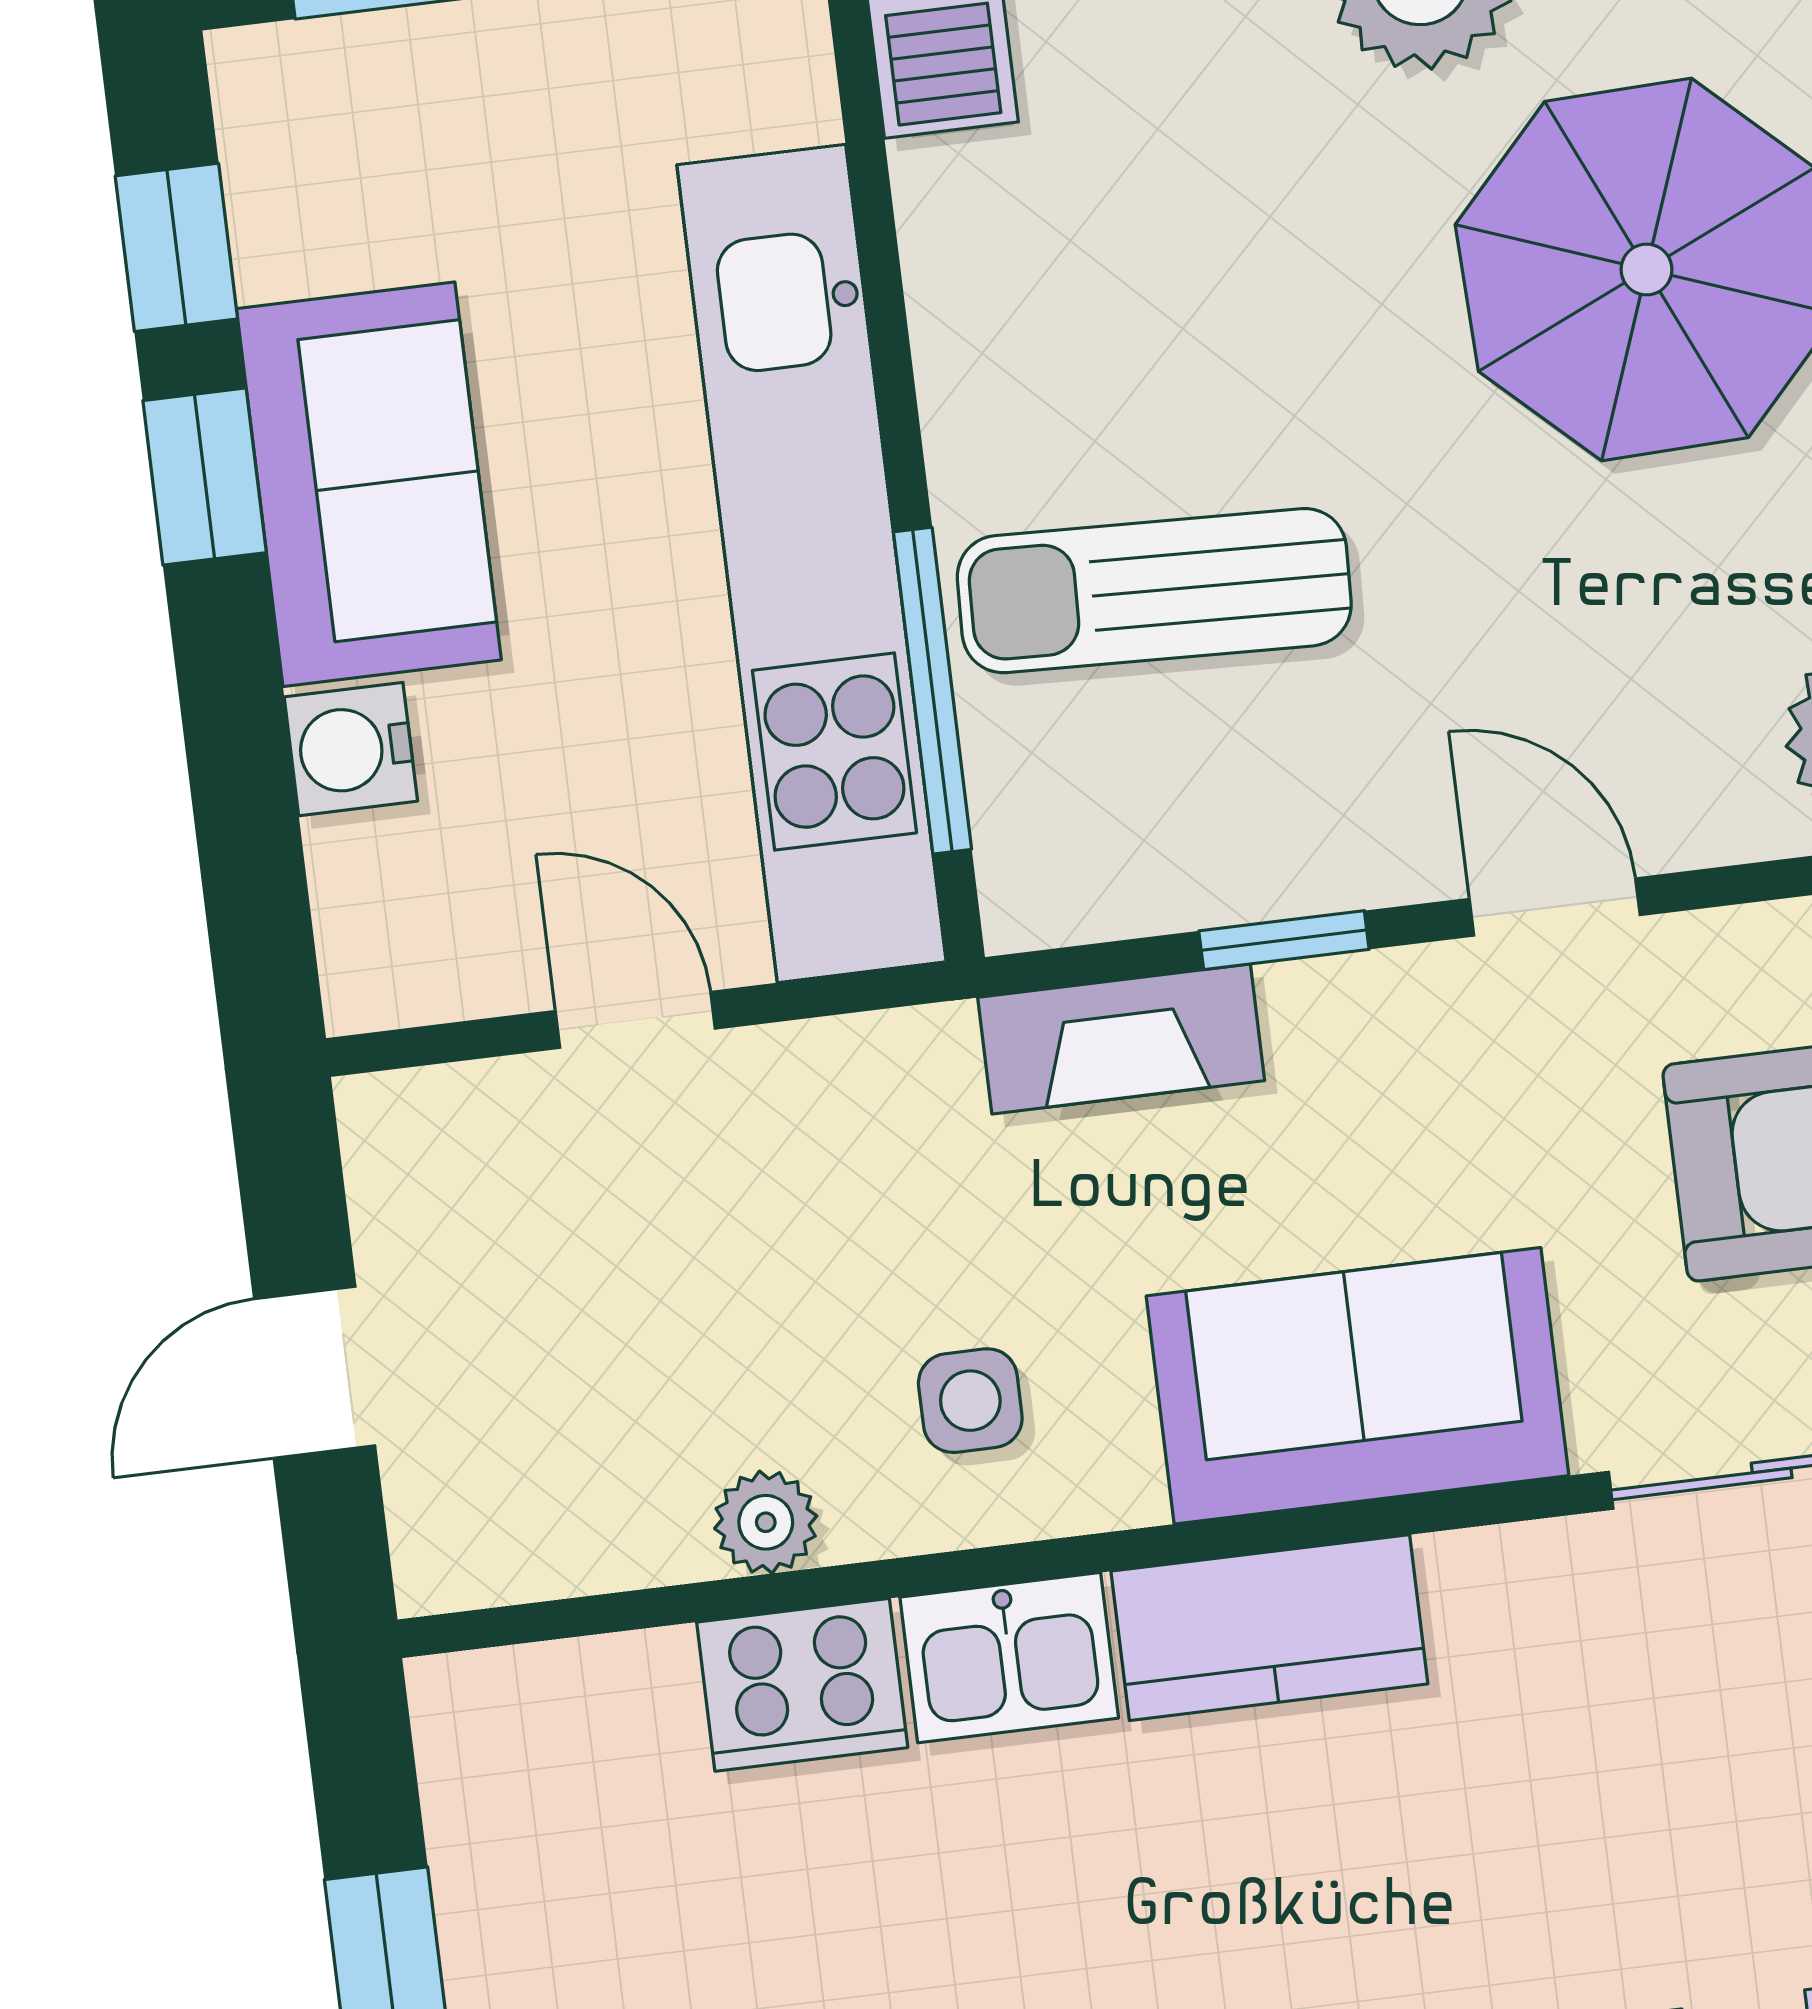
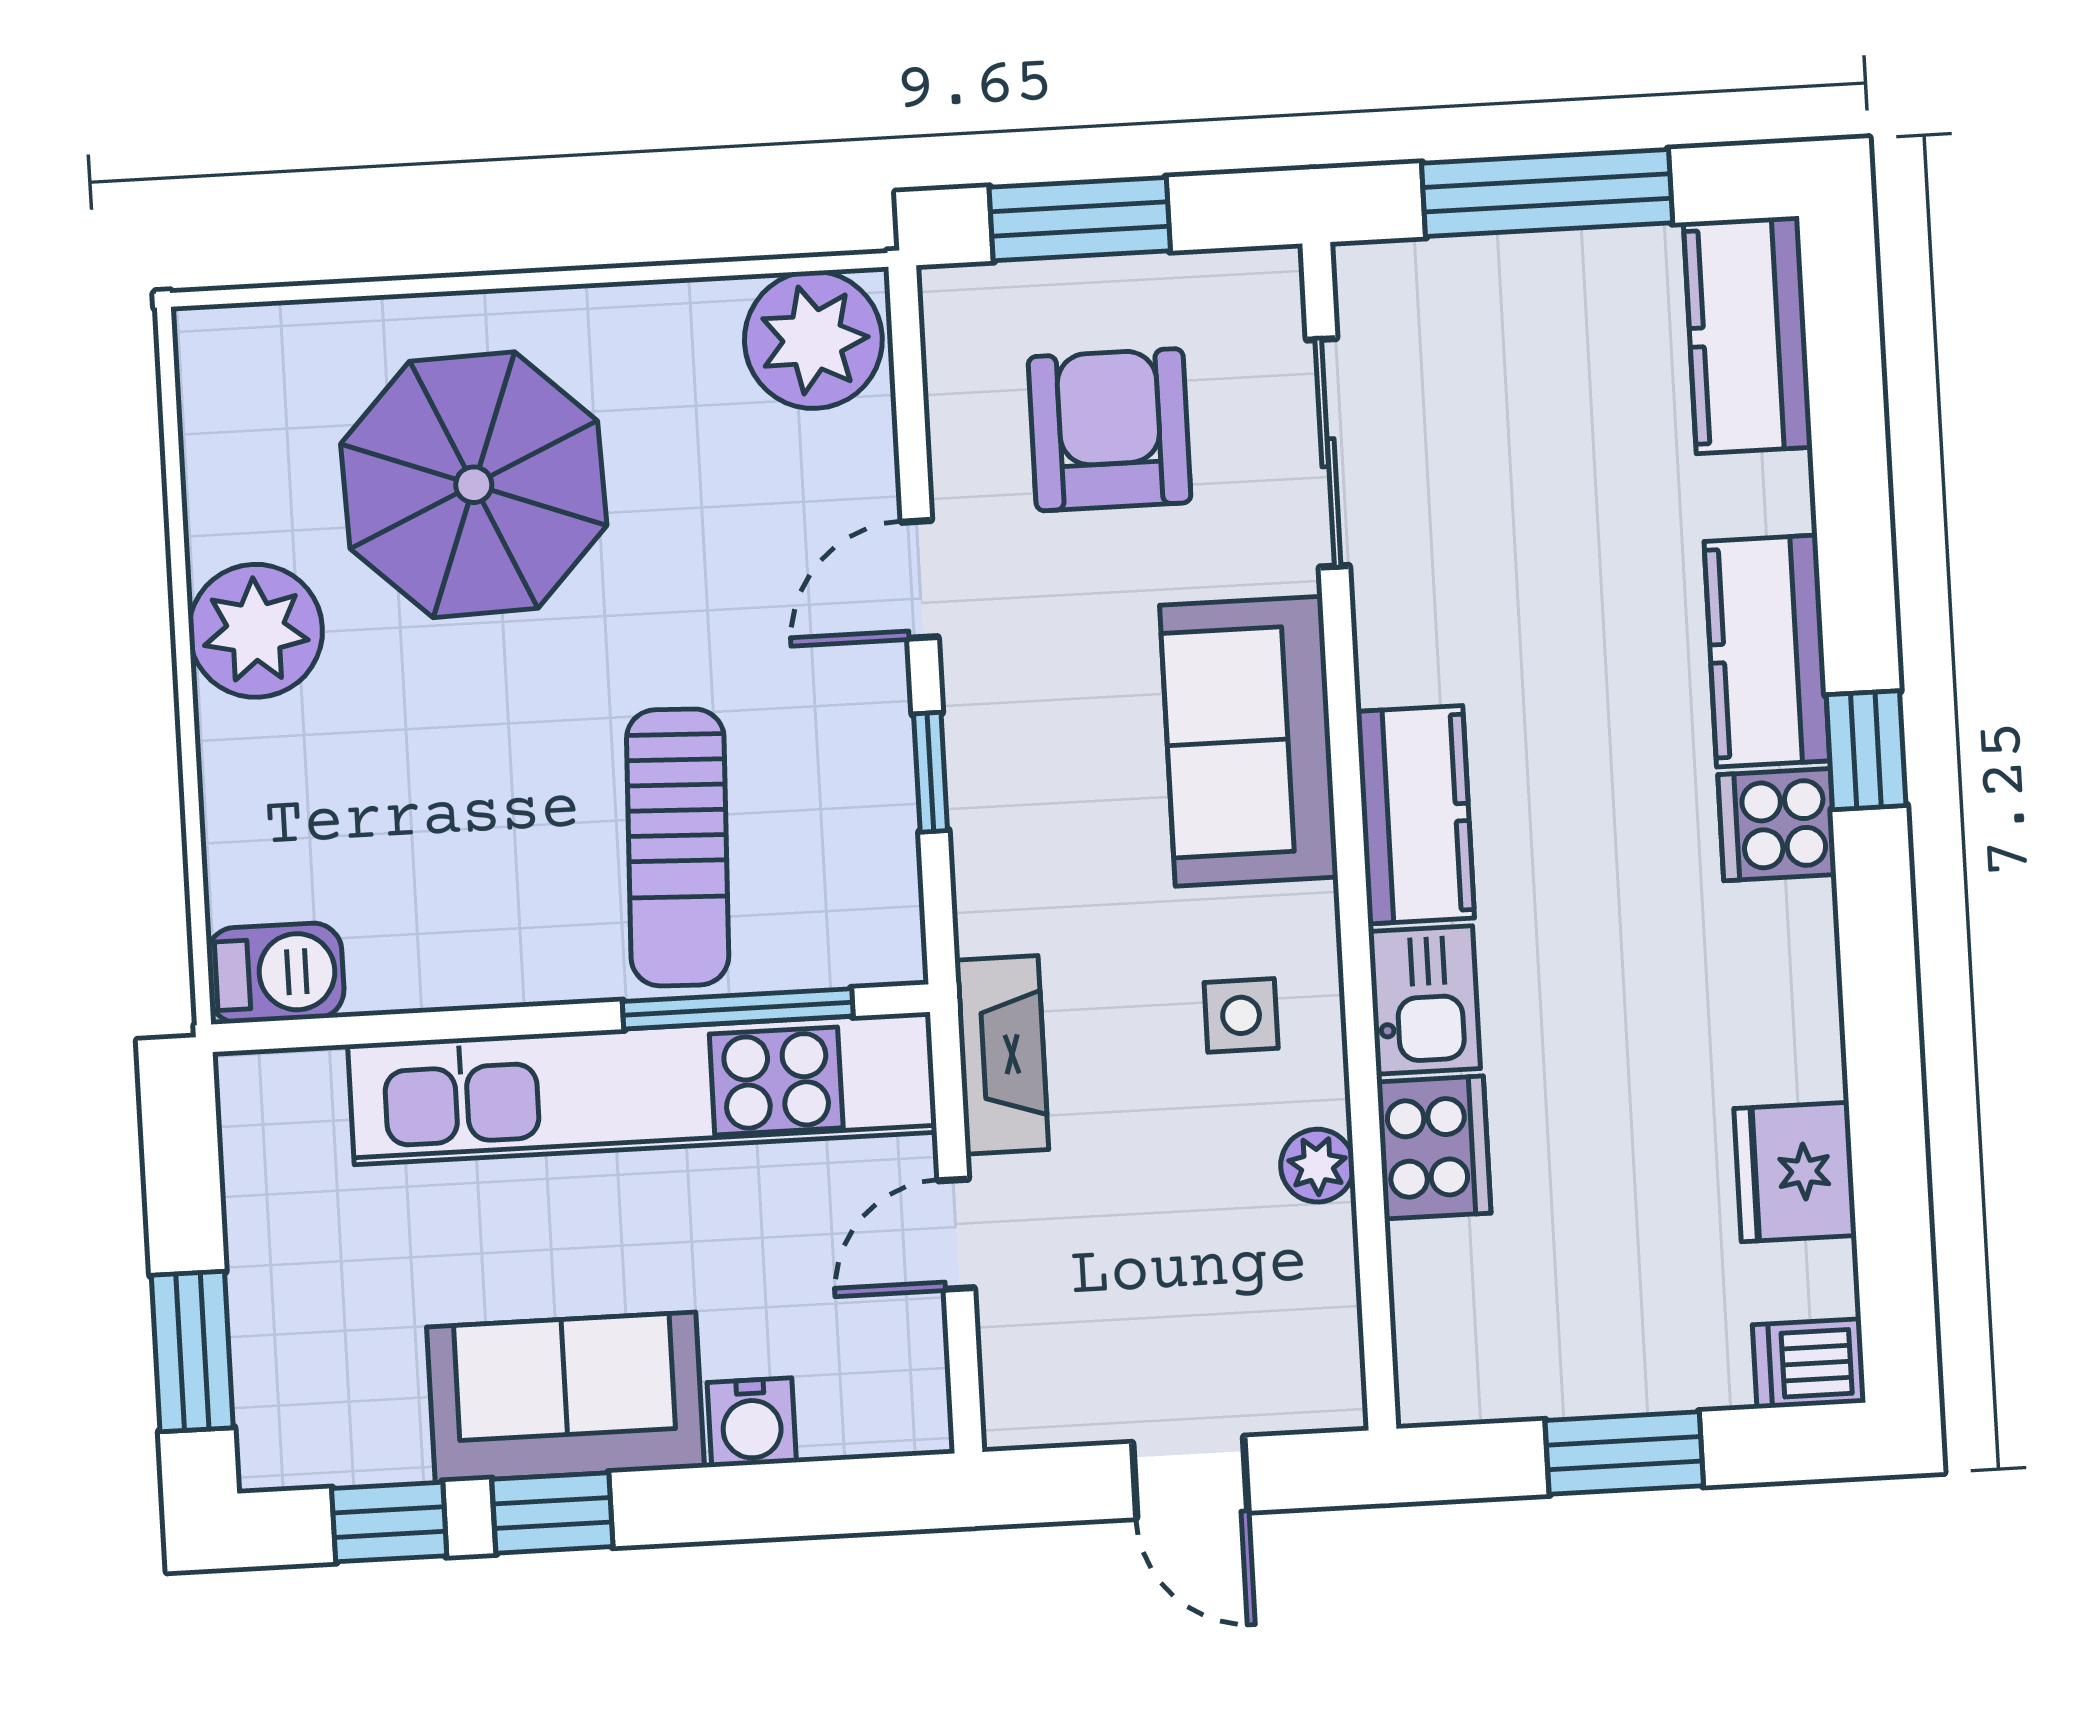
fireplace: (1121, 1039) -> (1002, 1055), moved

